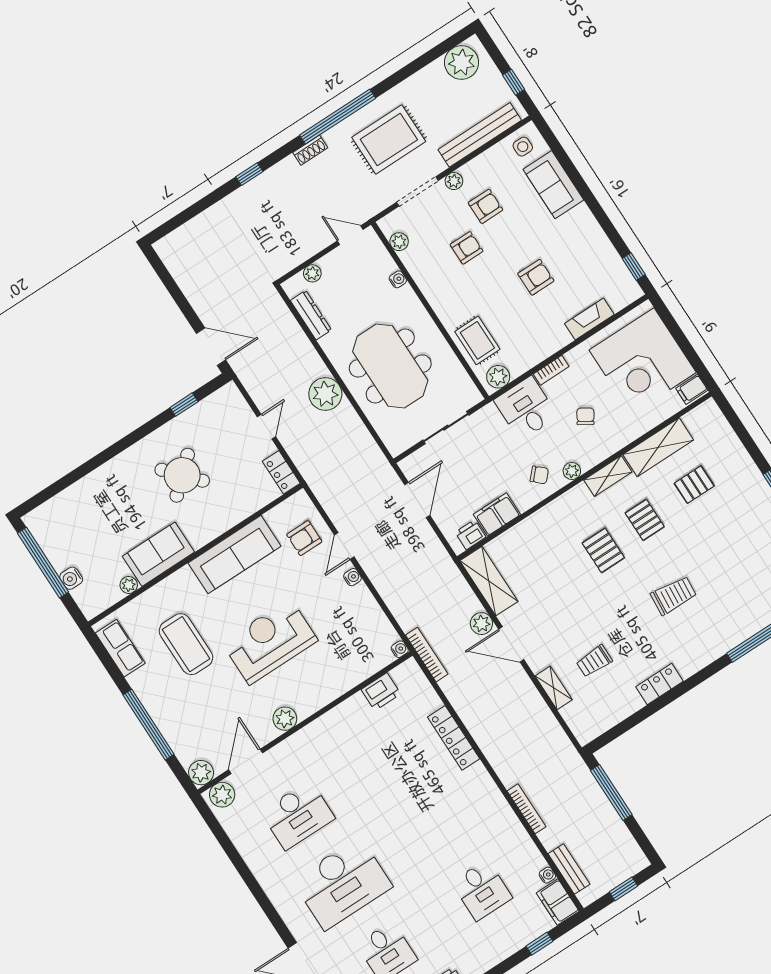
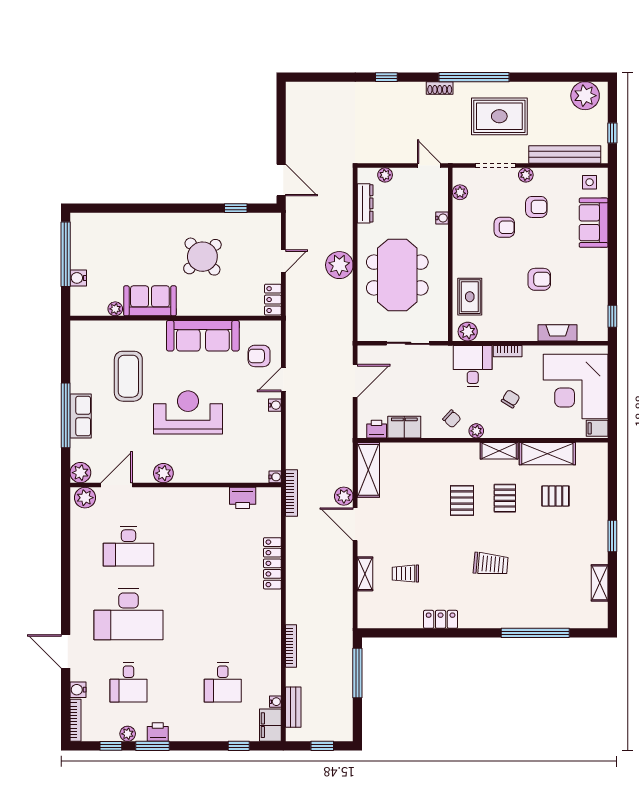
row of seats: (120, 648) -> (81, 416), moved

